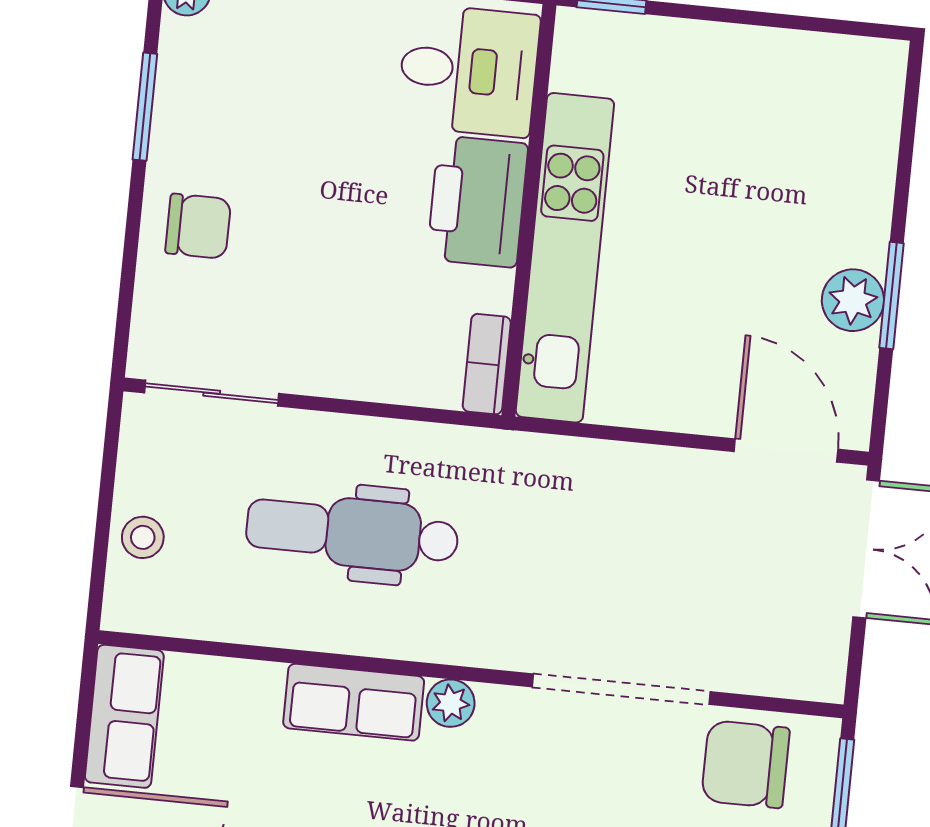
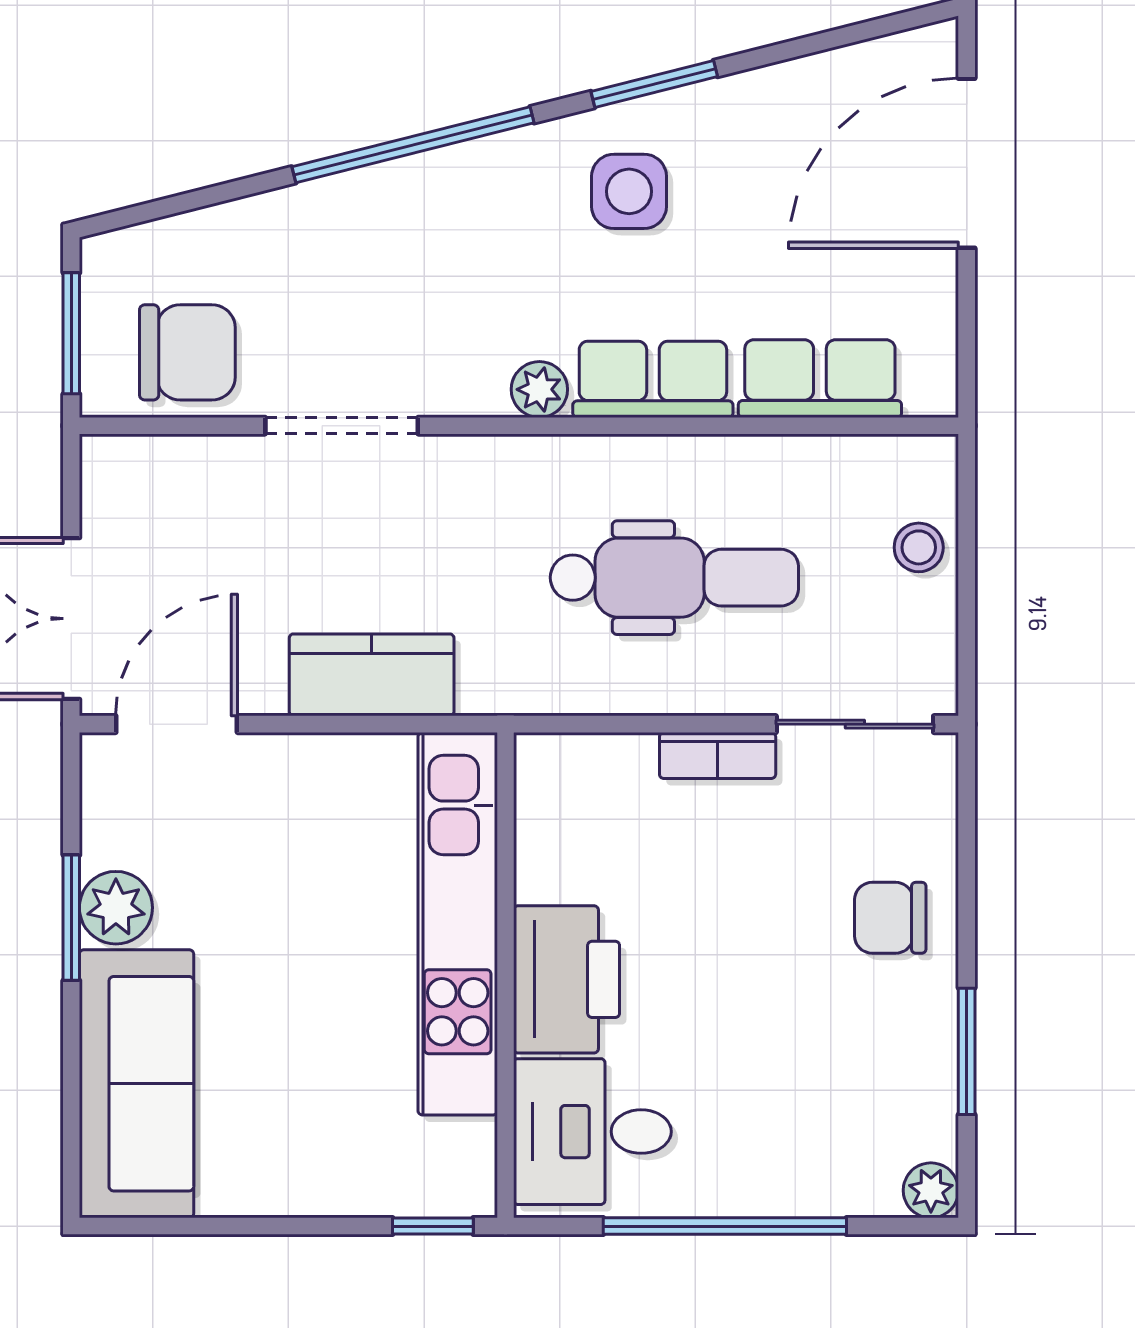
sofa: (850, 149) -> (137, 1084), added
bookcase: (487, 364) -> (718, 755), moved, turned 90
door: (786, 450) -> (177, 724), swing flipped
kitchen counter: (617, 476) -> (372, 675), added
doorway: (621, 689) -> (342, 426), width x0.73
row of seats: (124, 716) -> (820, 379), moved, turned 90

